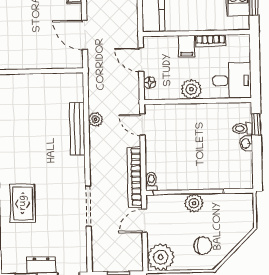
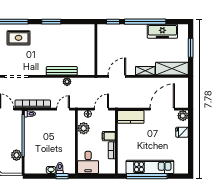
plant: (191, 89) -> (84, 128), moved
plant: (194, 203) -> (16, 155), moved

